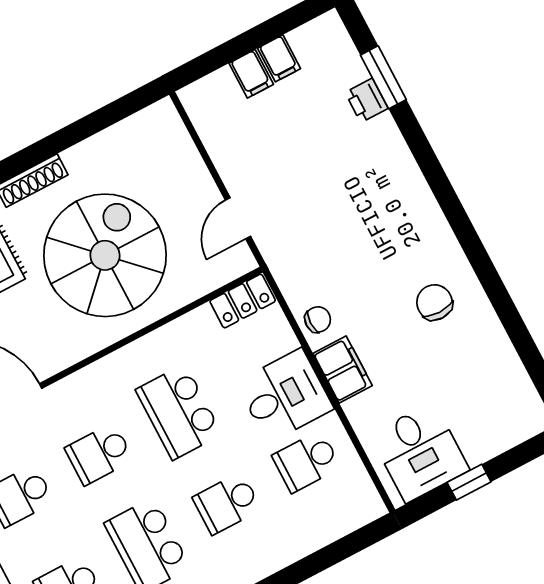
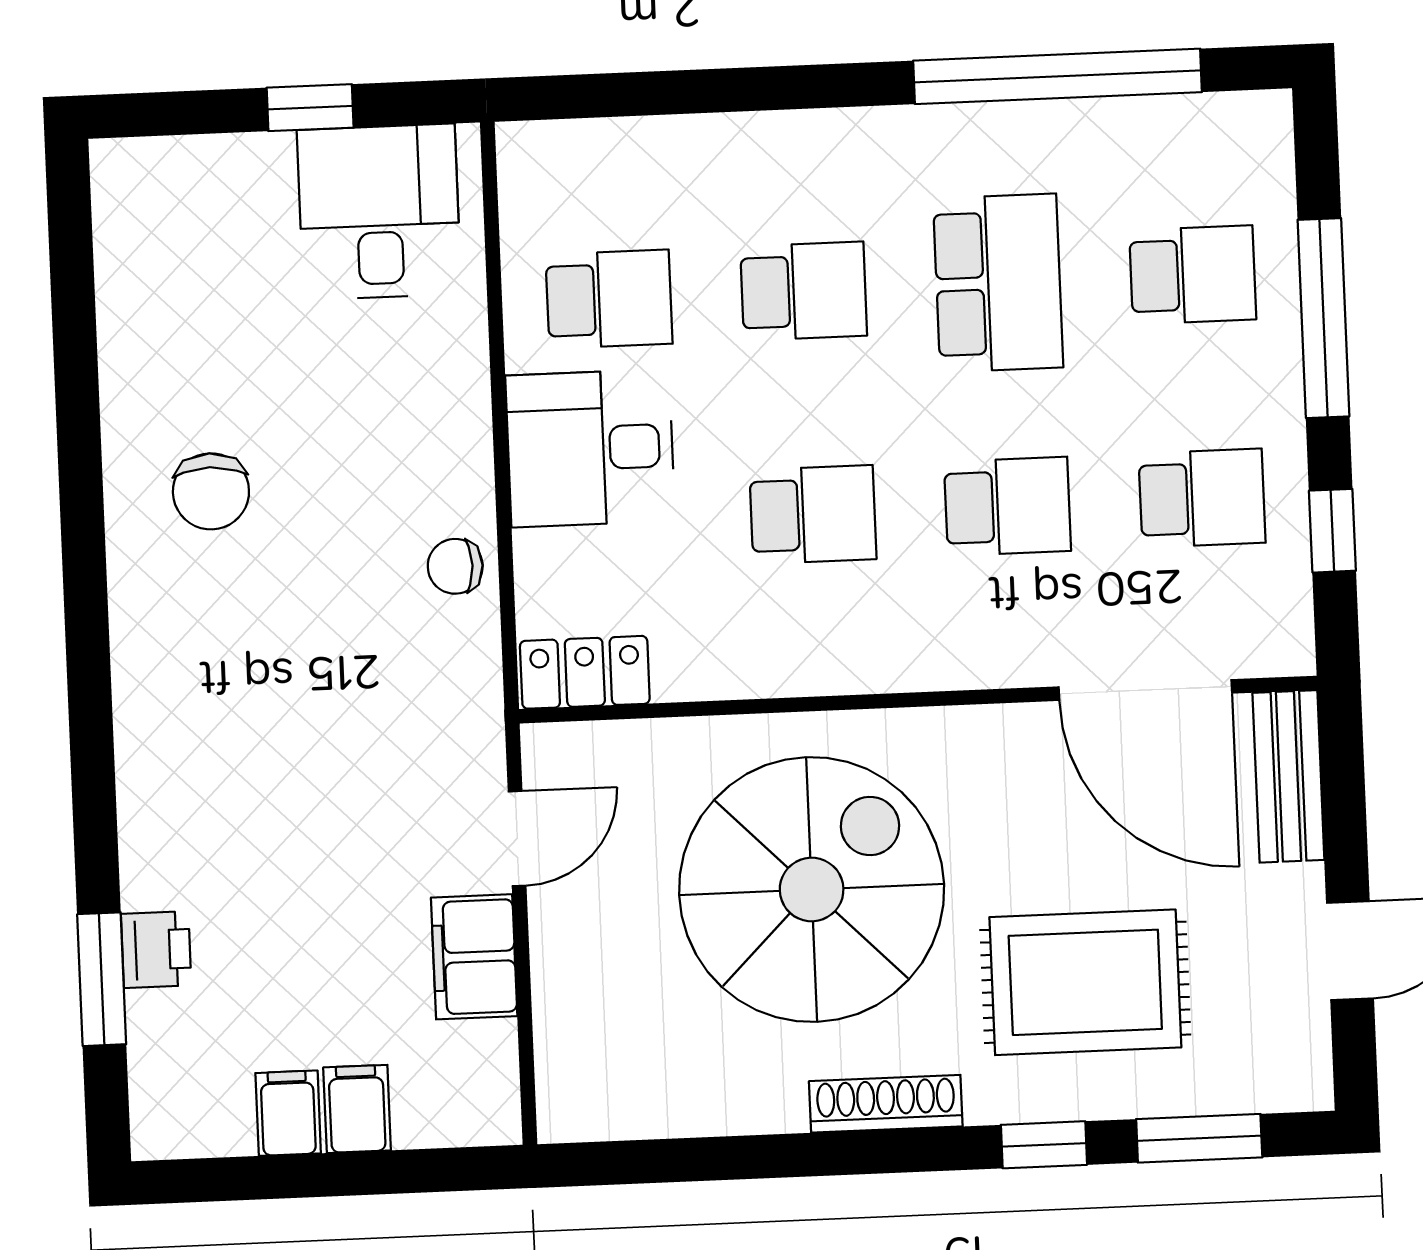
spiral stairs: (105, 255) -> (812, 890), turned 180
filing cabinet: (343, 369) -> (474, 957), moved
school desk: (179, 412) -> (813, 514), width x0.54

